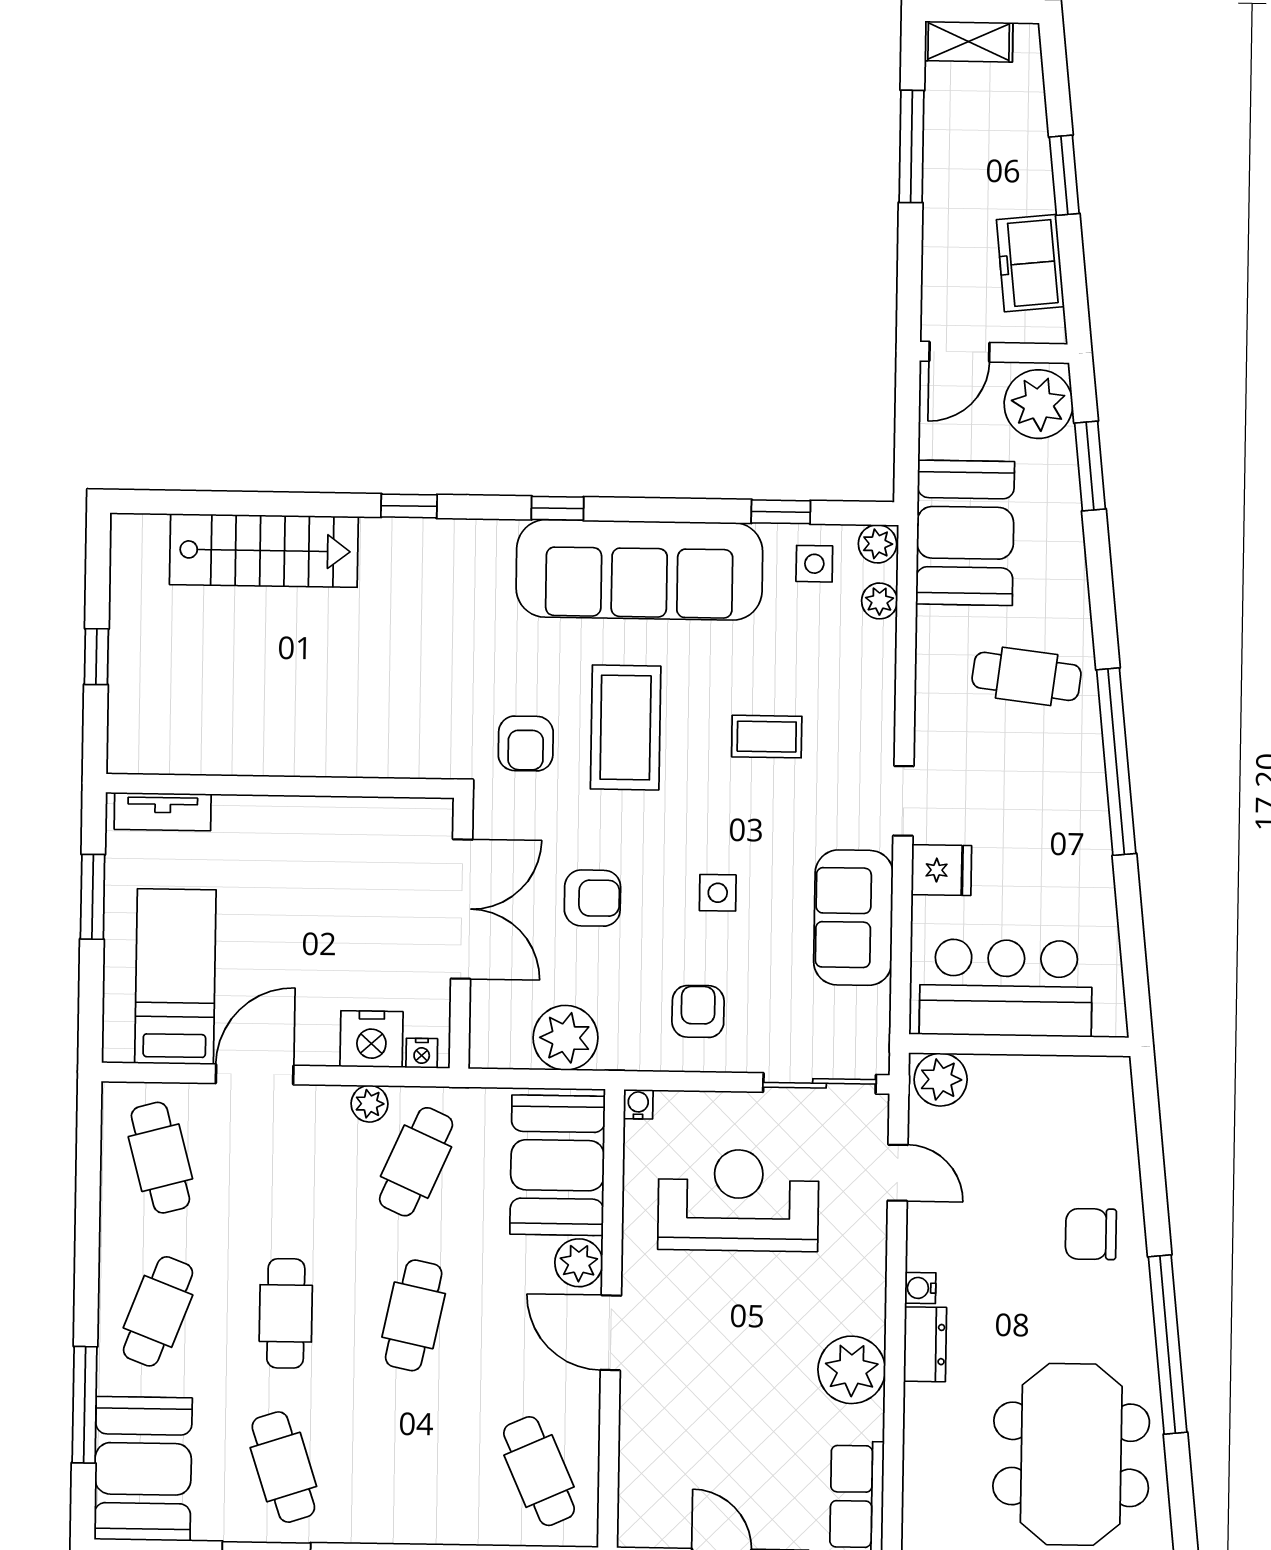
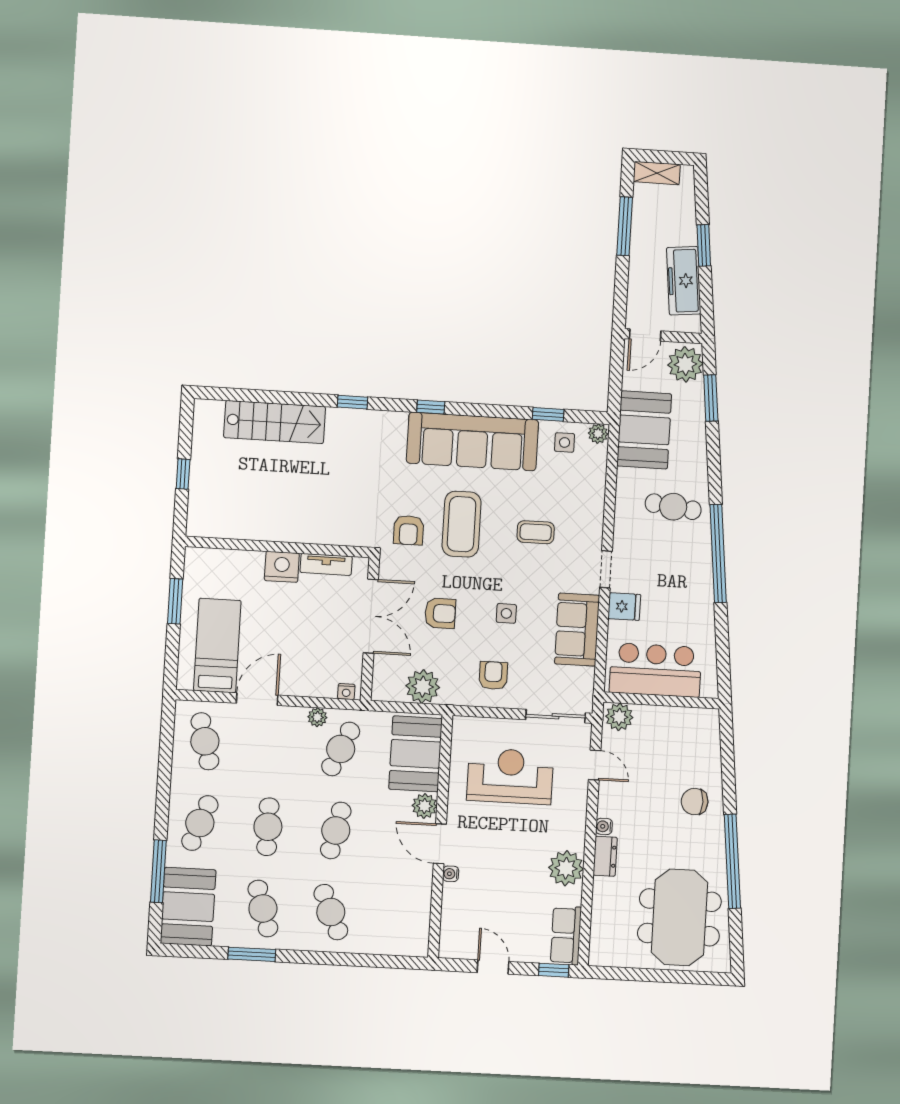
freezer: (1030, 263) -> (684, 281), width x1.40
plant: (880, 601) -> (598, 464), removed
tv unit: (163, 812) -> (326, 564), moved
nightstand: (371, 1039) -> (282, 567), moved, turned 180
water cooler: (638, 1104) -> (451, 874), moved, turned -90
cafe table: (539, 1471) -> (331, 912), moved

